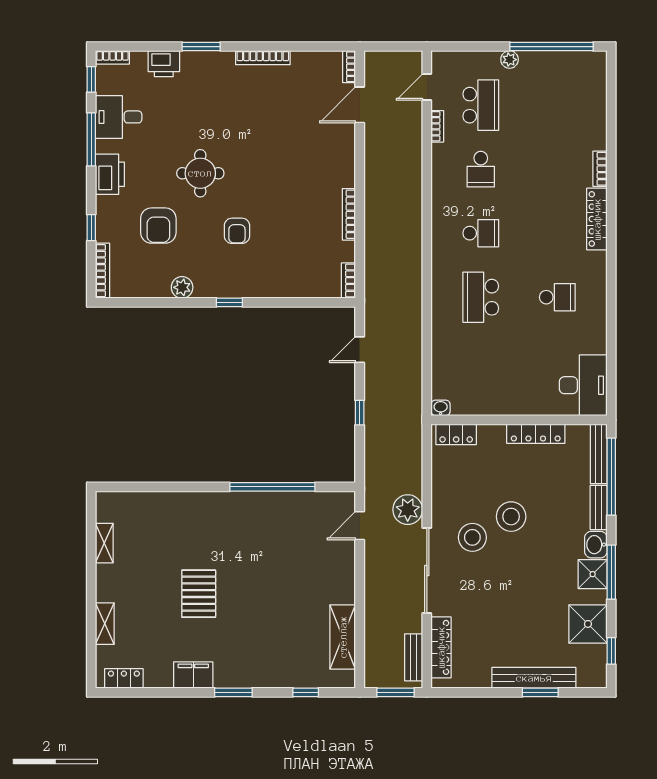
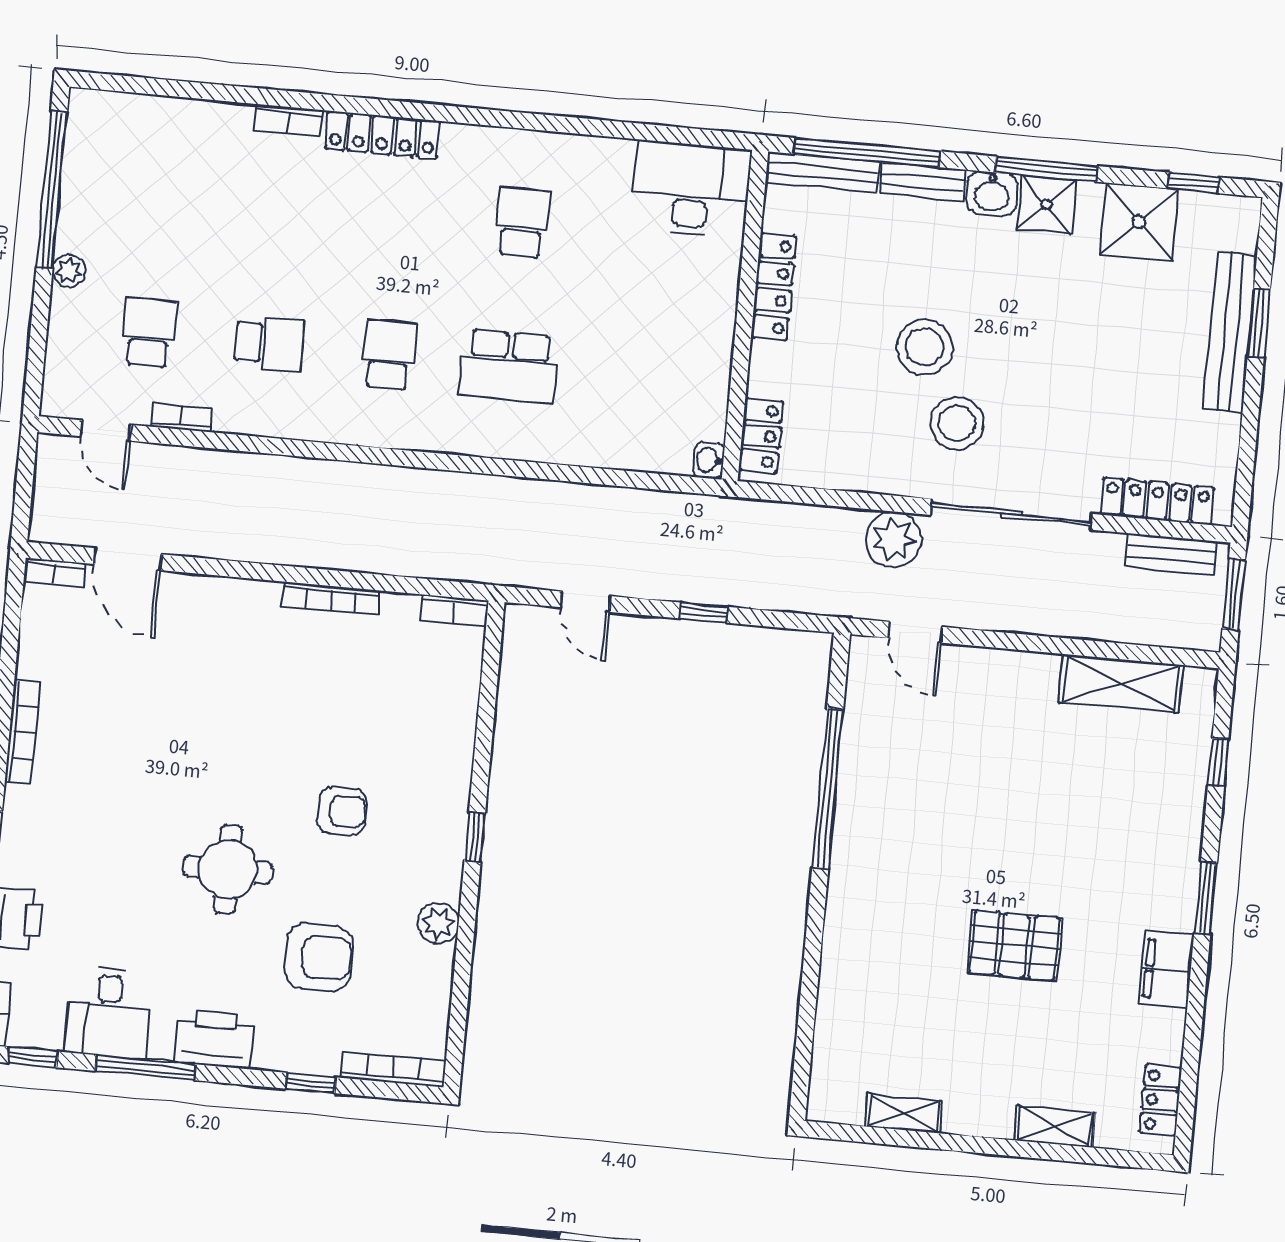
school desk: (481, 105) -> (149, 333), width x0.54

